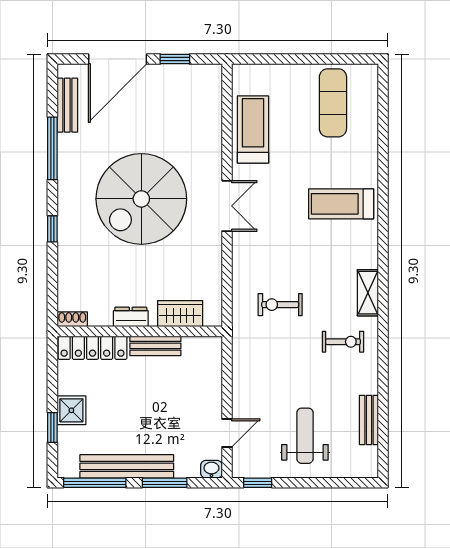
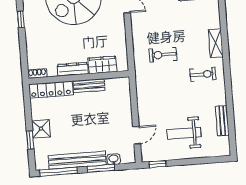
dresser: (131, 317) -> (73, 69), width x1.44
weight bench: (305, 436) -> (184, 133), turned -90
washbasin: (211, 469) -> (114, 159), moved

